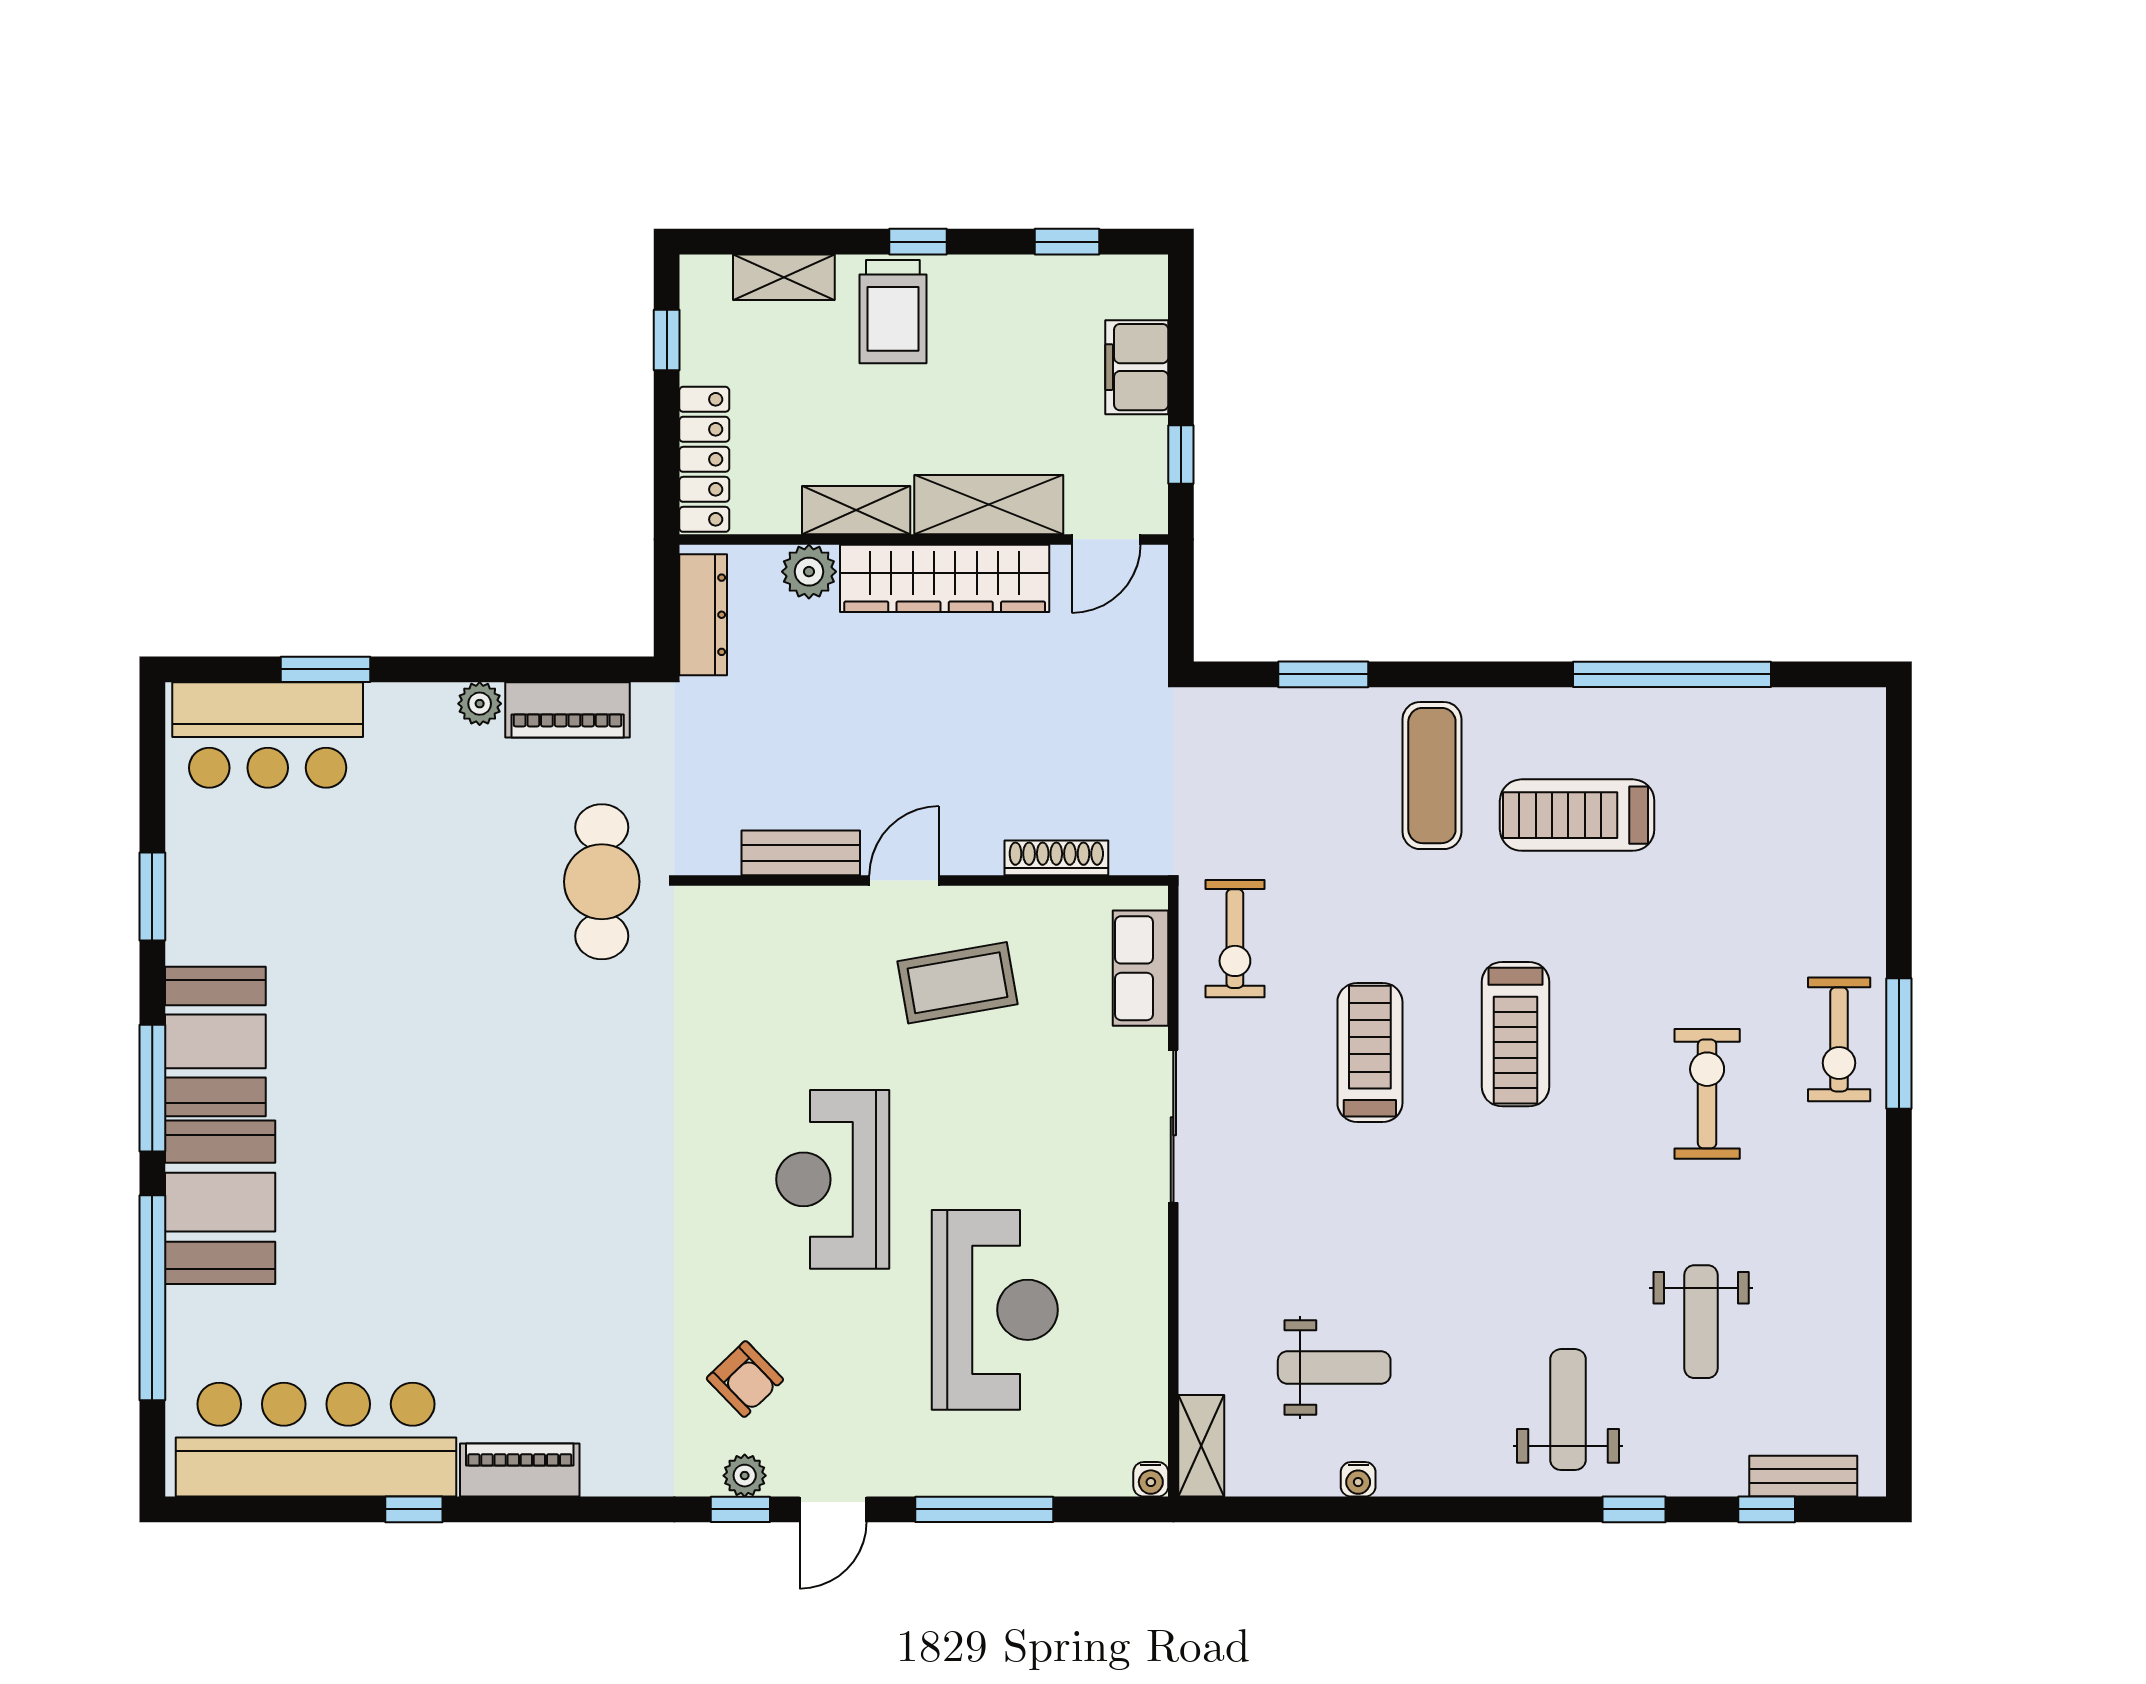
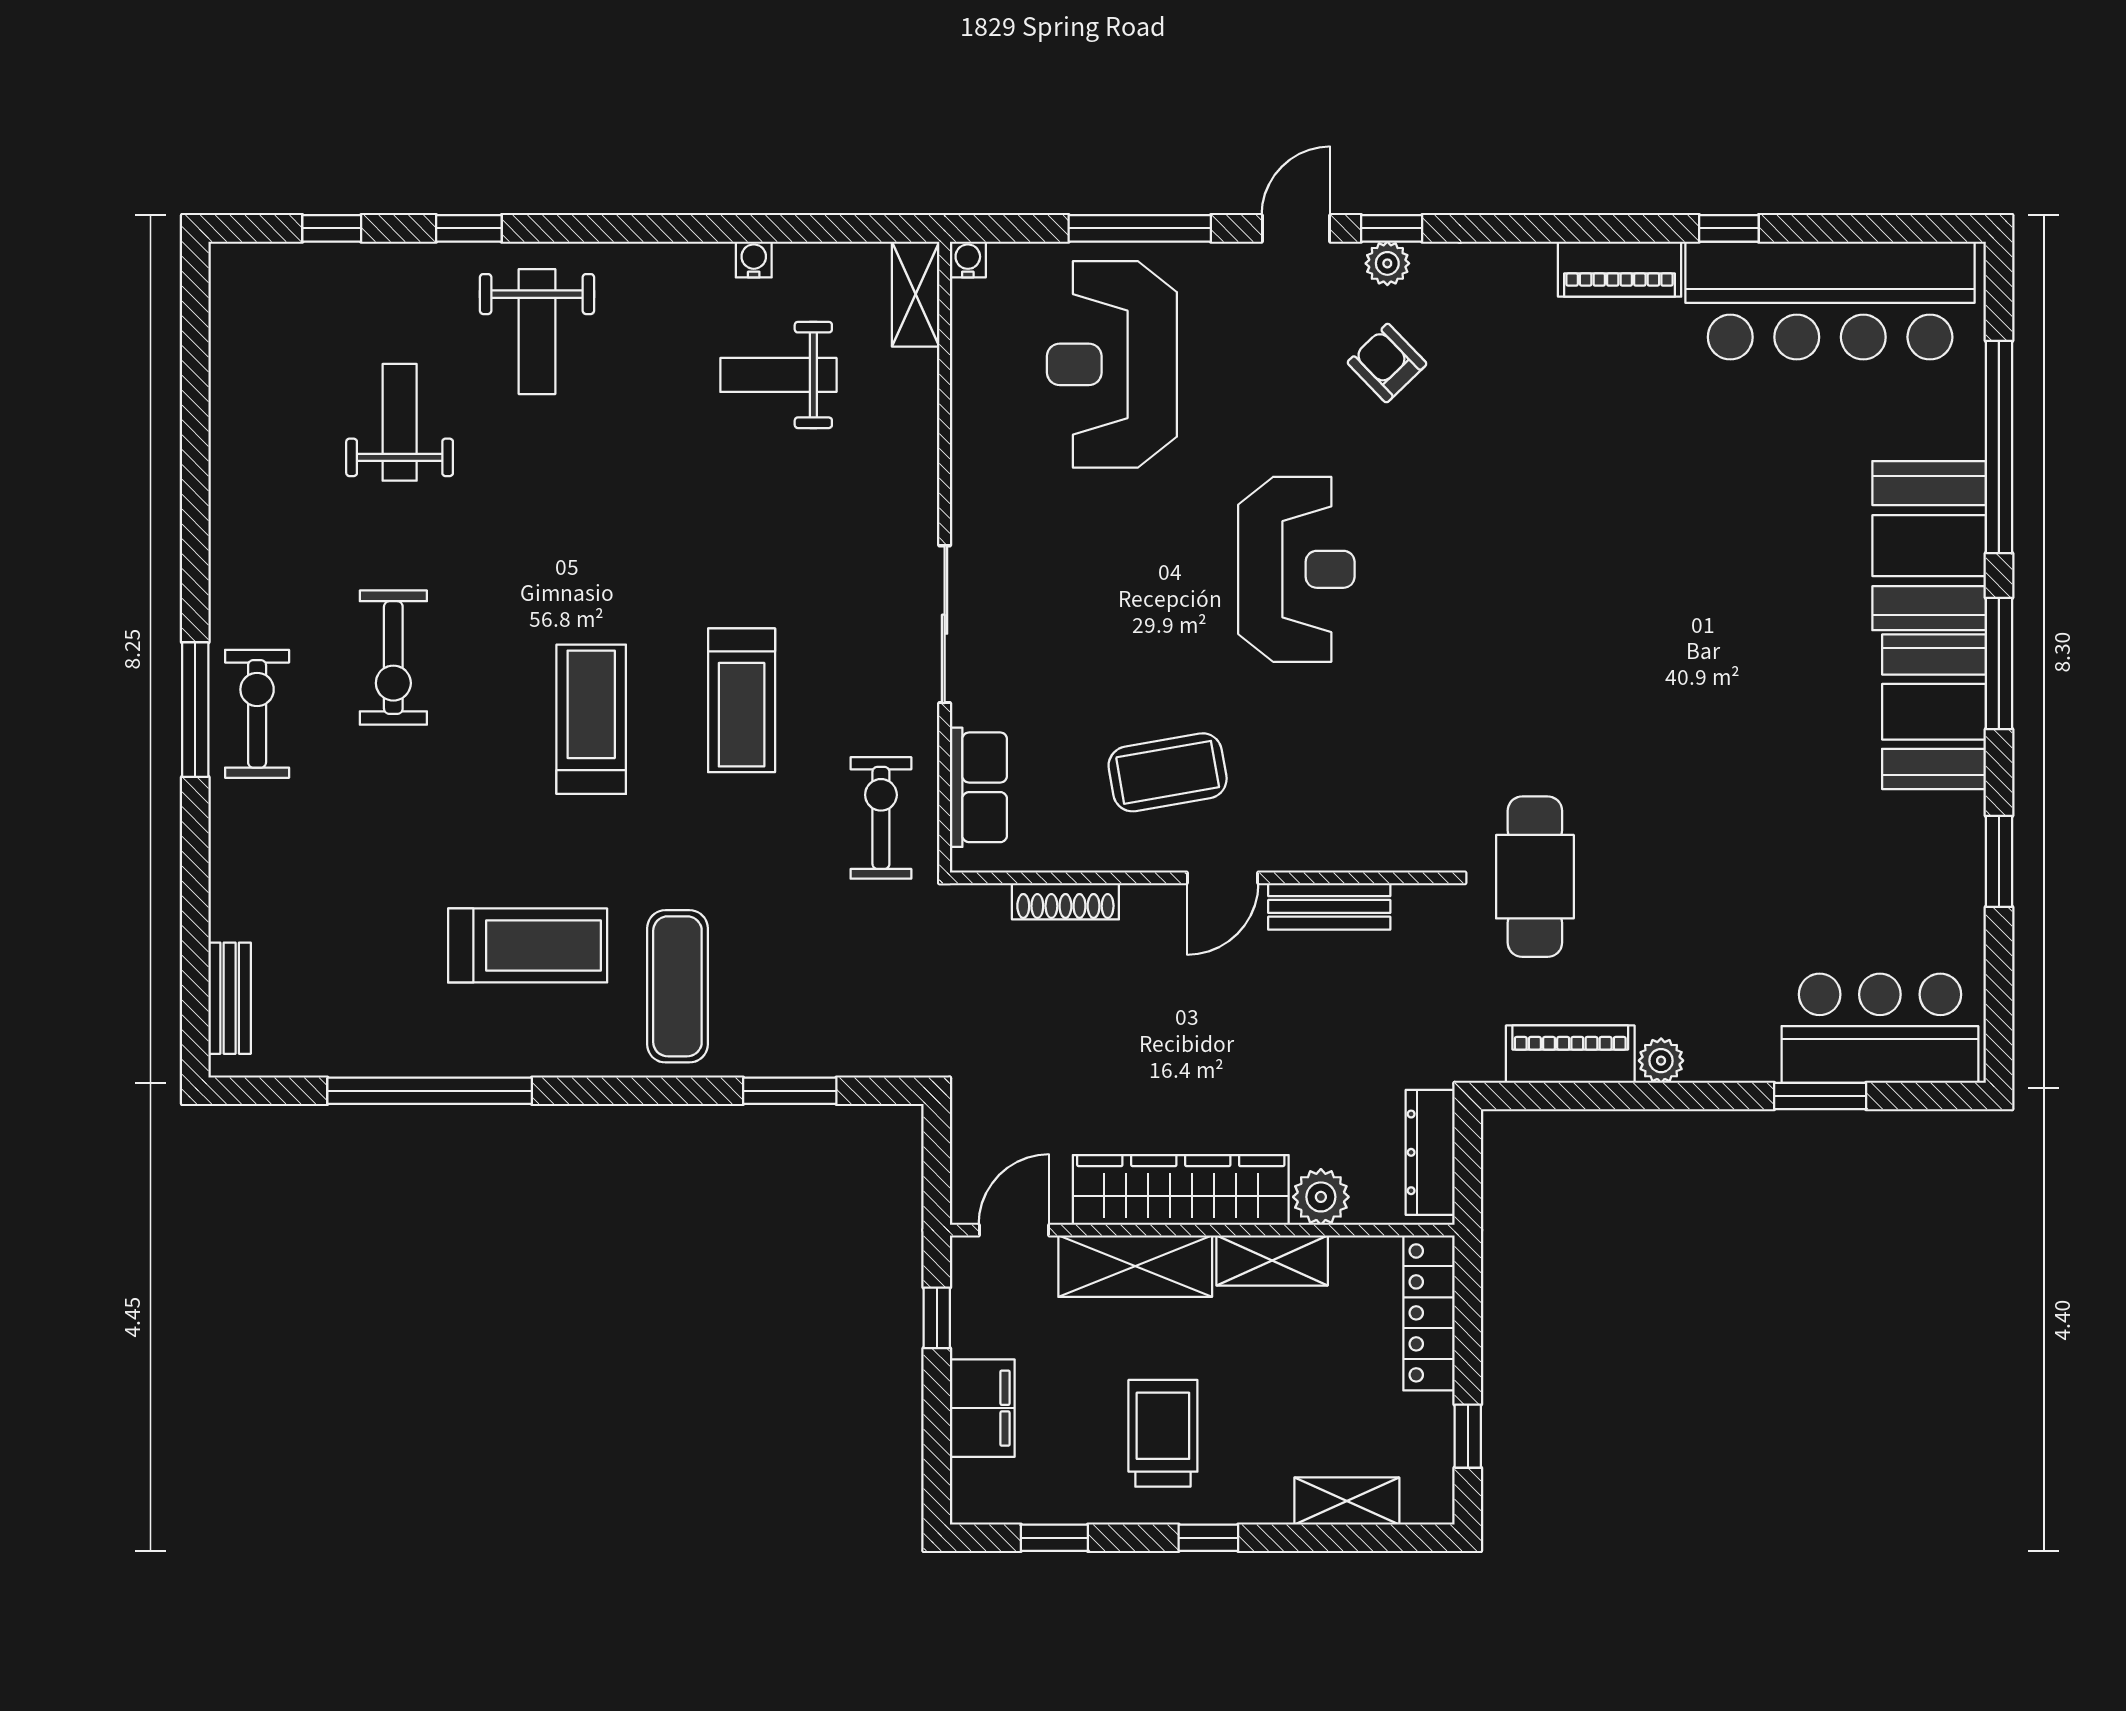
trolley: (893, 312) -> (1163, 1433), moved
reception desk: (995, 1310) -> (1112, 364), moved
bench: (1803, 1476) -> (230, 998), moved, turned 90

